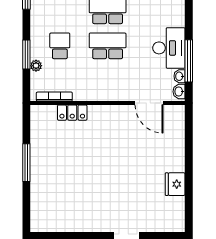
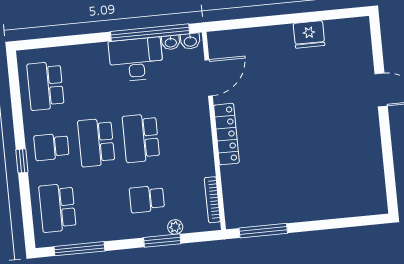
window: (189, 61) -> (150, 33), width x1.46
locker: (72, 113) -> (227, 134), moved, width x1.53
window: (26, 163) -> (263, 231), moved

